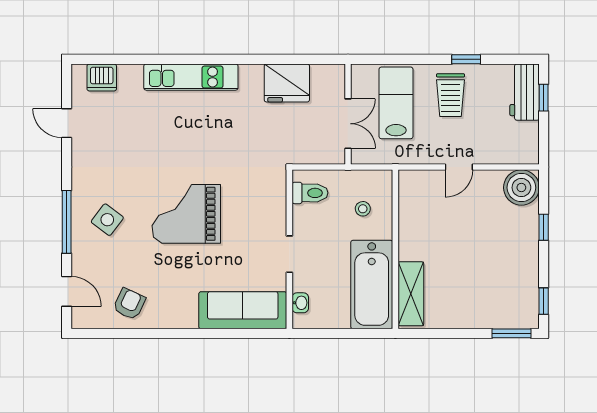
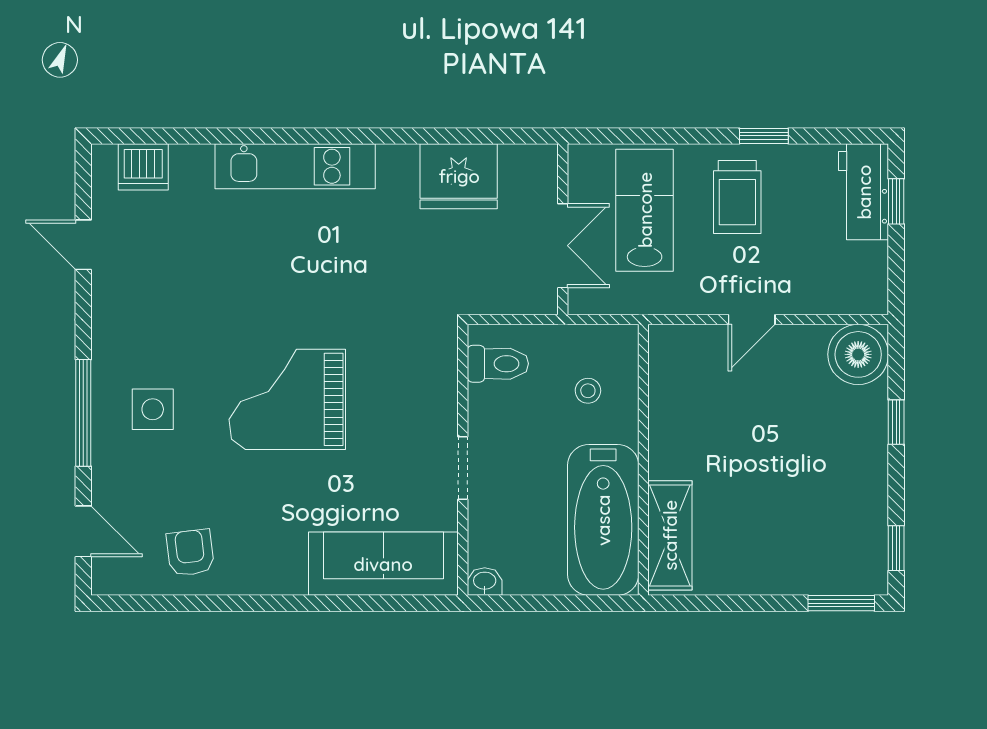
side table: (107, 220) -> (153, 409), turned -37
washbasin: (300, 303) -> (485, 581), moved, turned -90
armchair: (129, 304) -> (190, 553), turned -32

